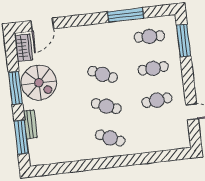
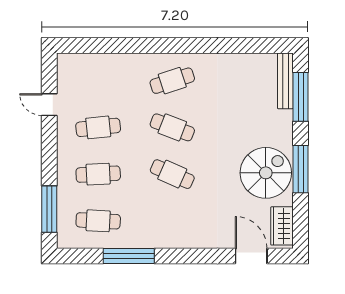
door: (42, 25) -> (251, 256), hinge flipped
spiral stairs: (39, 83) -> (266, 173), turned 90
bench: (30, 124) -> (285, 81), moved, width x1.36
cafe table: (110, 138) -> (172, 81), turned -42

